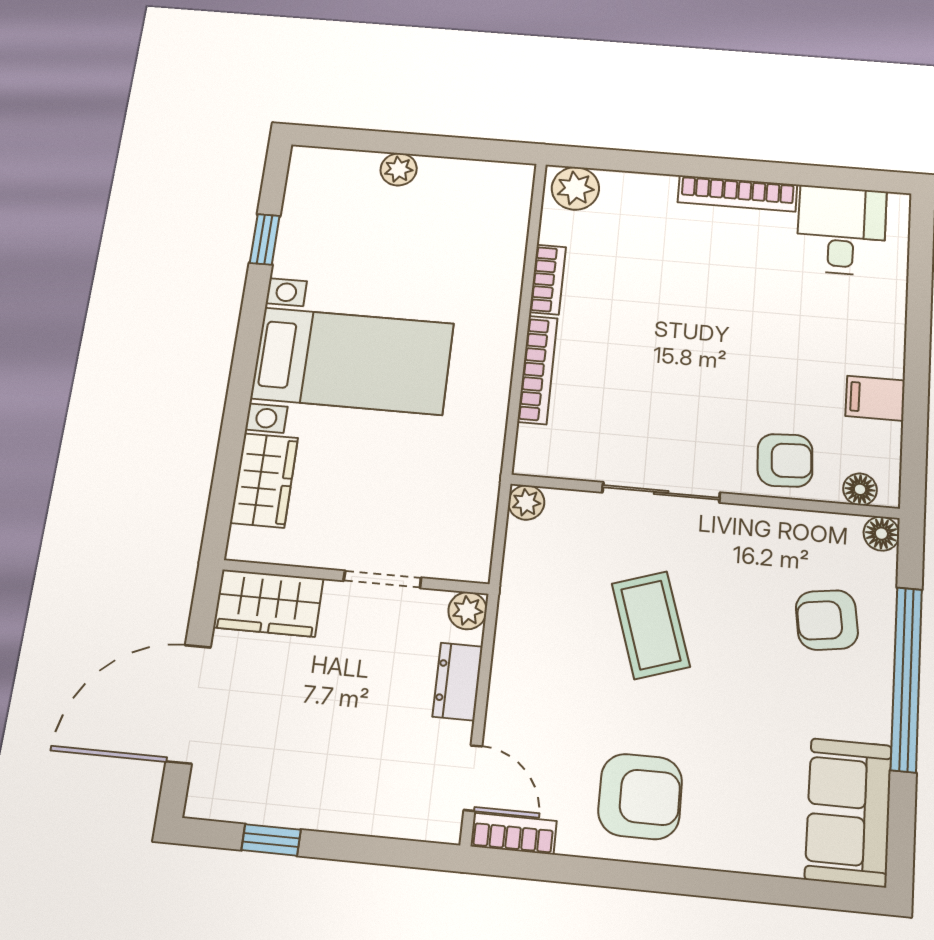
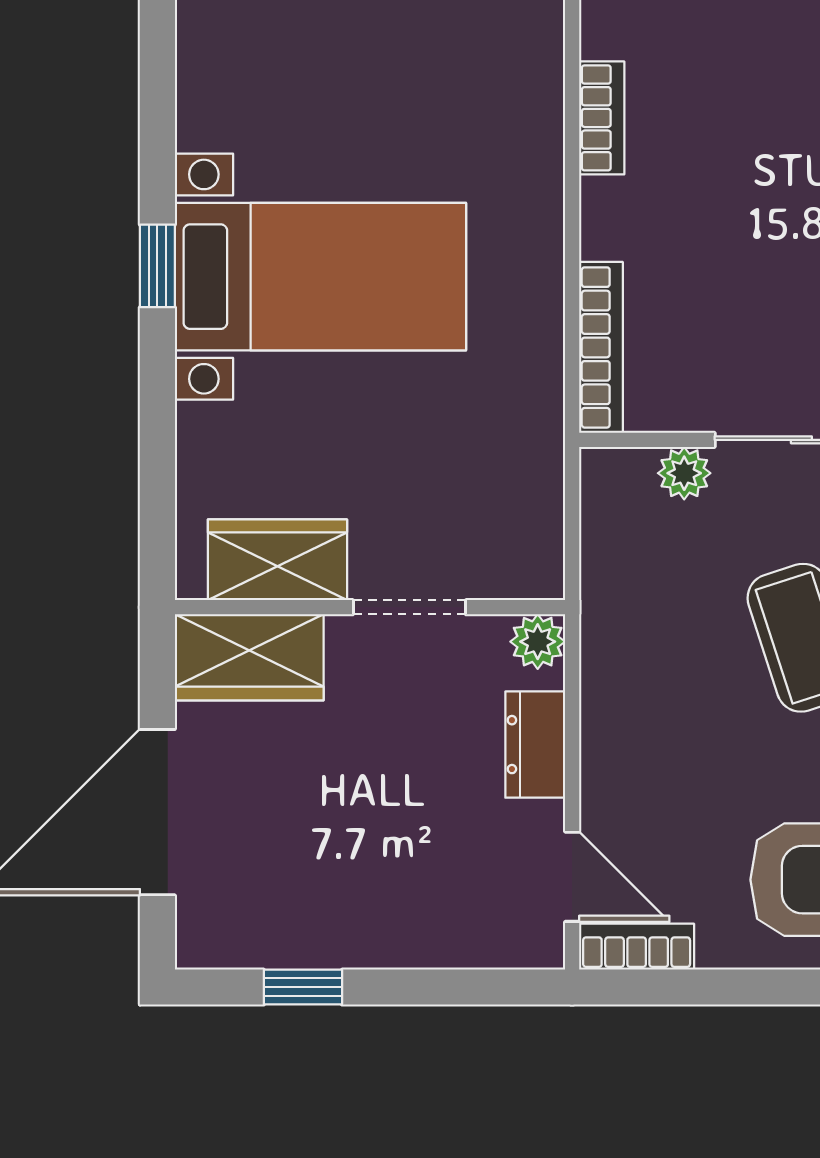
window: (265, 239) -> (157, 266), moved
bookcase: (537, 370) -> (601, 347), moved
wardrobe: (264, 480) -> (277, 560), moved, turned -90
plant: (526, 502) -> (684, 473), moved

